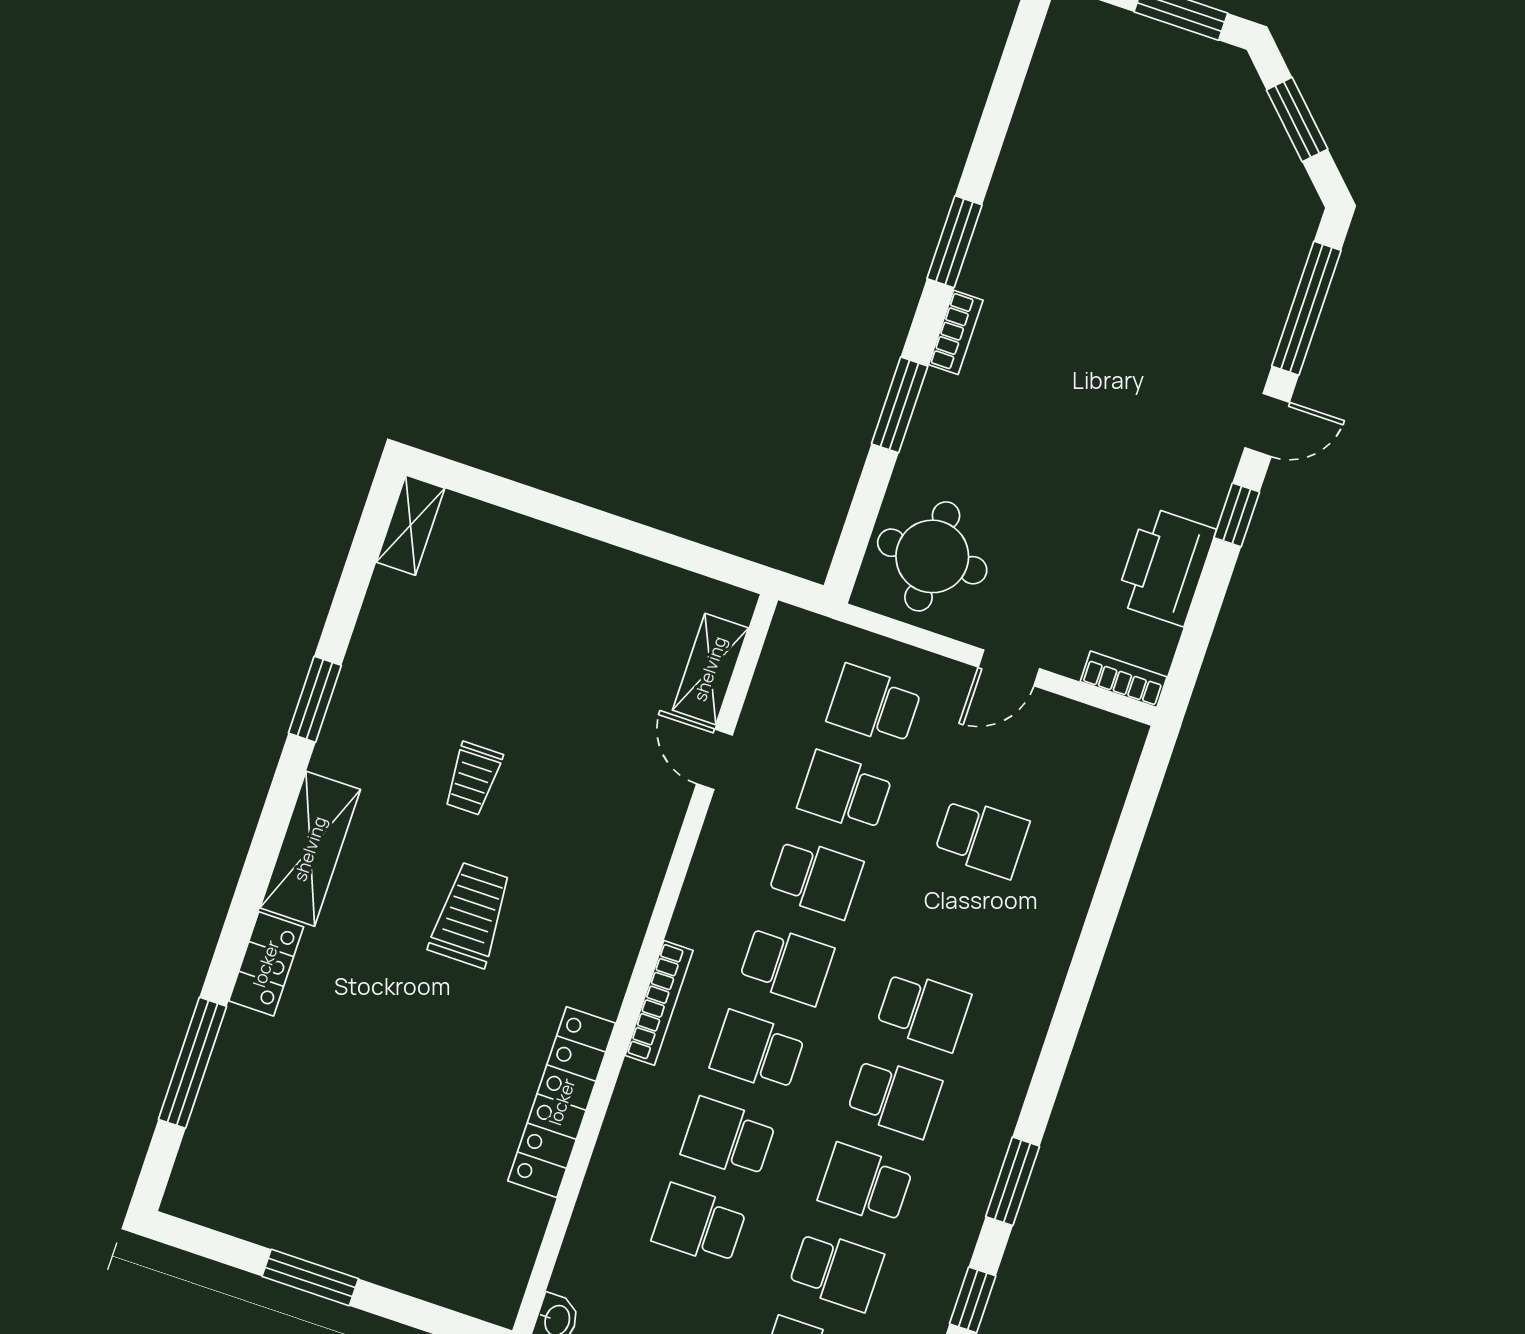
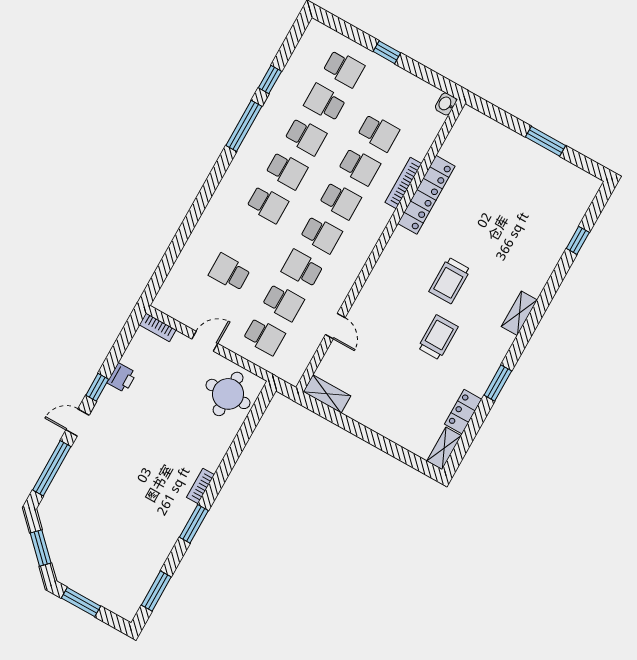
window: (900, 405) -> (156, 591), moved
printer: (1165, 566) -> (122, 378), width x0.53, depth x0.68
shelving: (710, 669) -> (327, 394), moved, turned 90
trolley: (473, 779) -> (438, 337), width x1.36, depth x1.39
shelving: (310, 849) -> (519, 313), width x0.67, depth x0.75
locker: (266, 964) -> (463, 412), moved
school desk: (787, 965) -> (321, 235), turned 180
bookcase: (659, 1003) -> (403, 183), moved
school desk: (924, 1011) -> (268, 204), turned 180
window: (193, 1063) -> (578, 240), width x0.46
school desk: (894, 1097) -> (287, 170), turned 180
window: (1013, 1181) -> (244, 126), width x1.44

